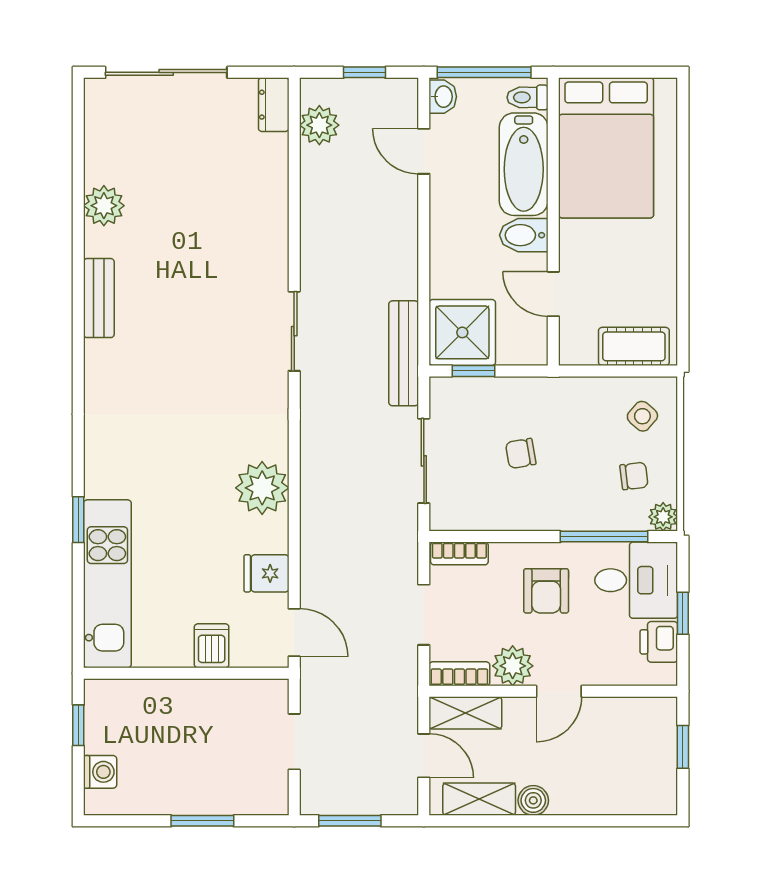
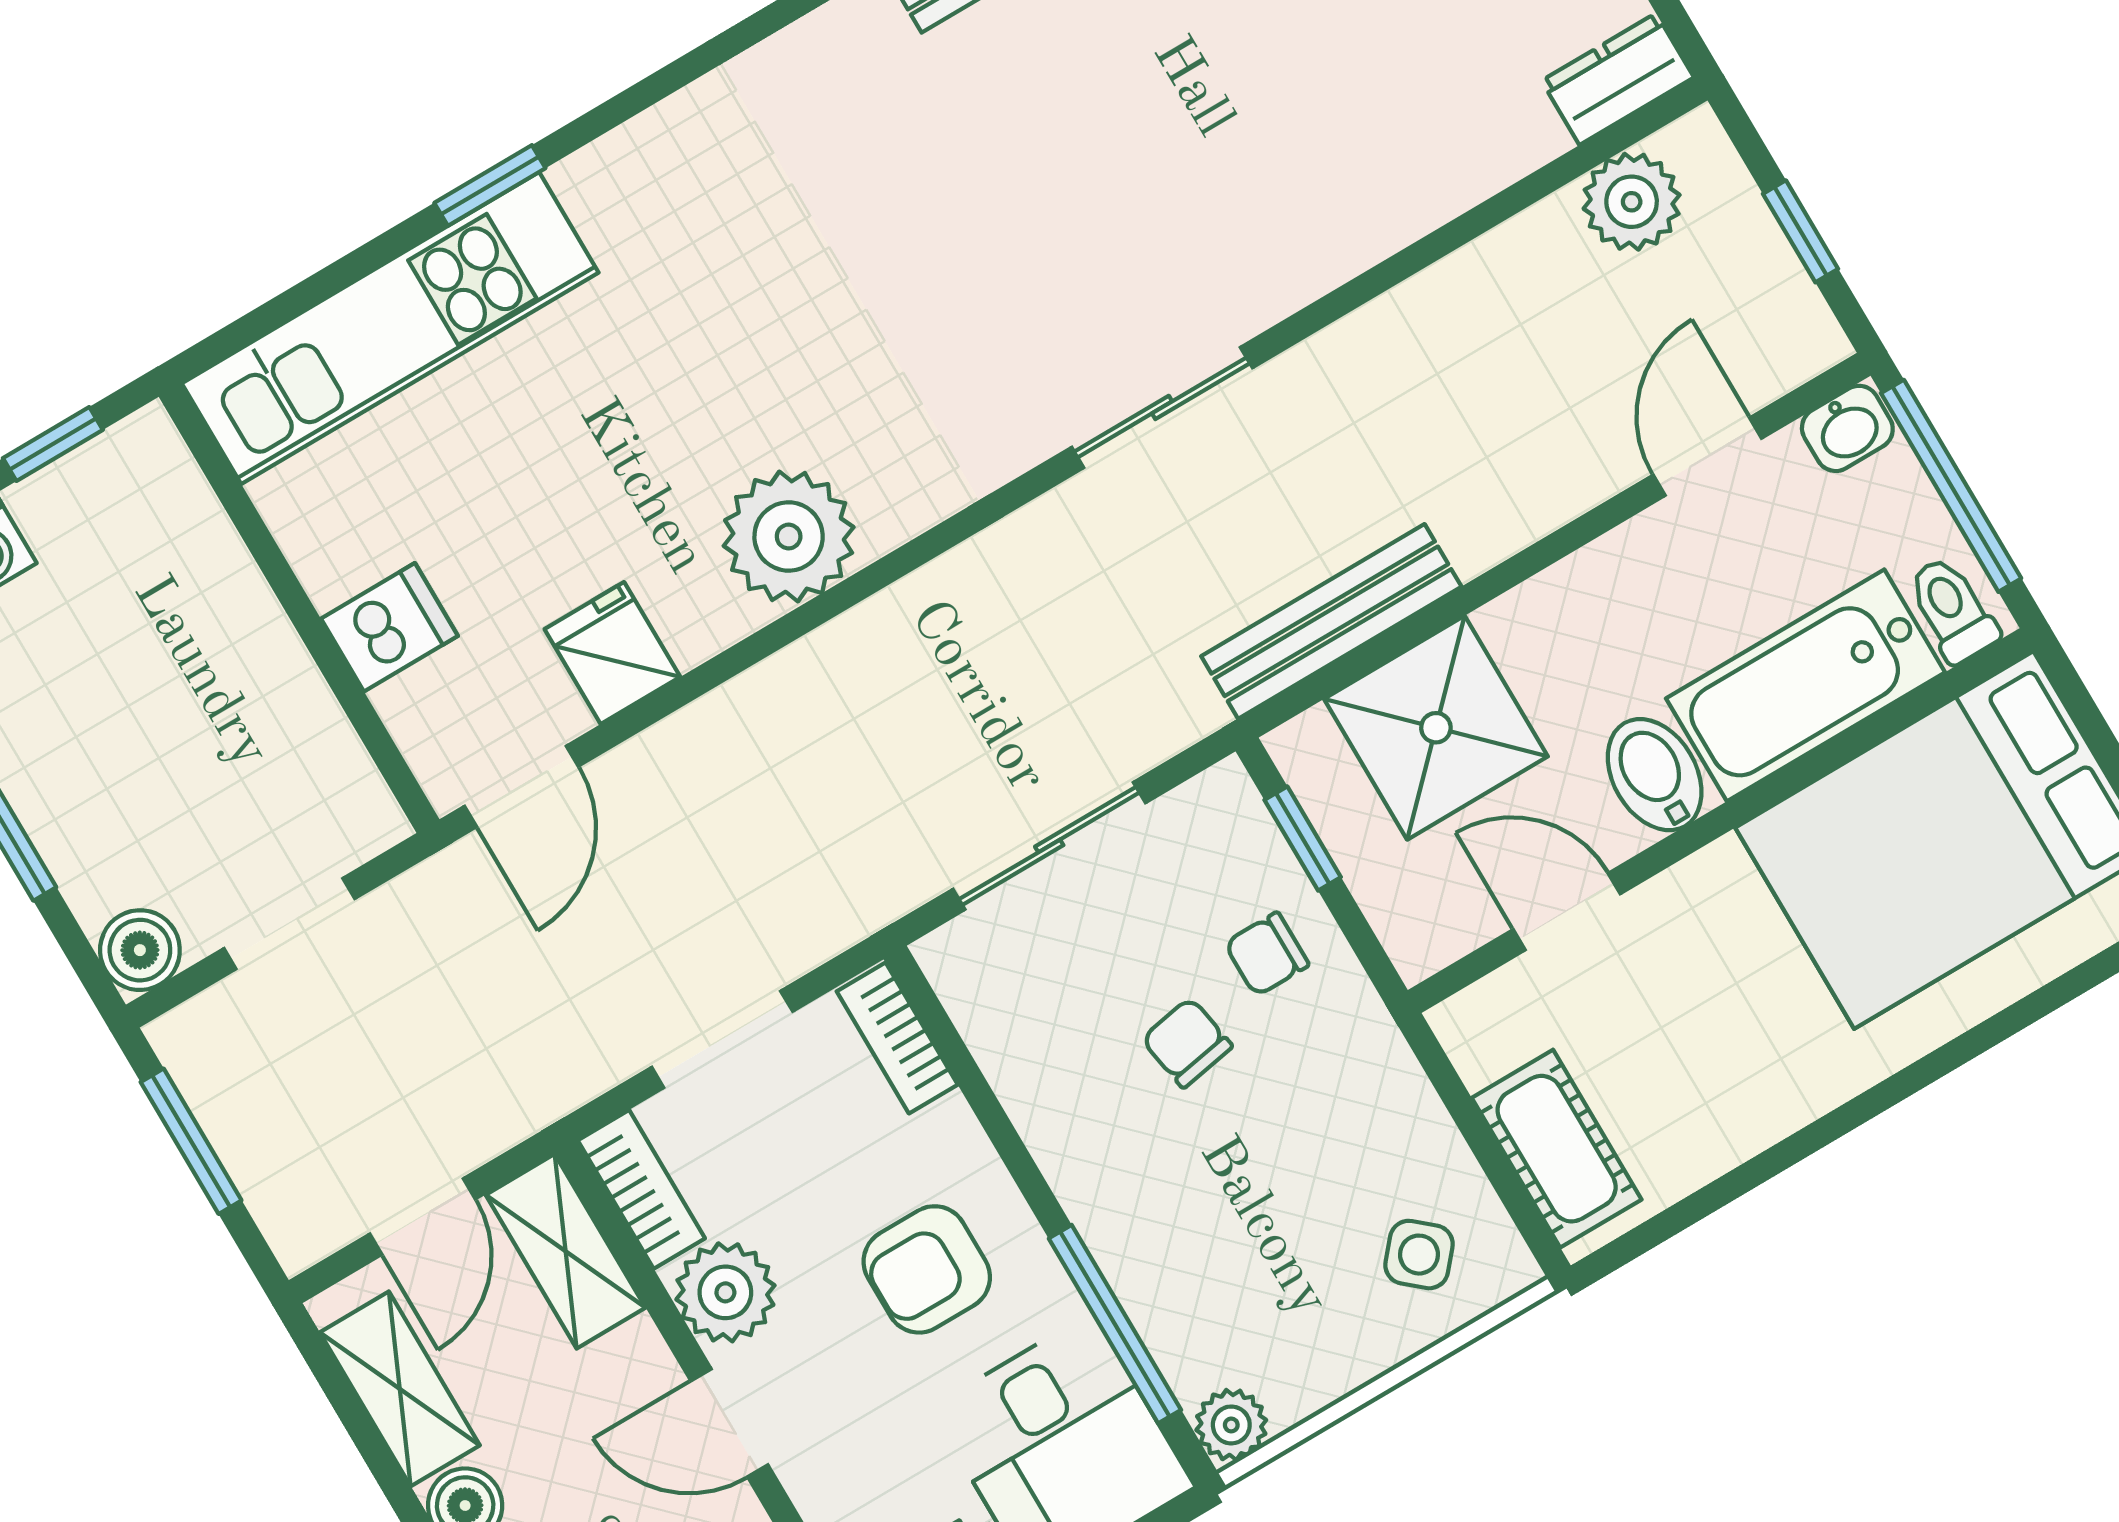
door: (553, 294) -> (1567, 912), hinge flipped
shower: (462, 332) -> (1436, 728), moved
bench: (404, 353) -> (1331, 621), moved
chair: (634, 476) -> (1267, 954), moved, turned 97
boiler: (273, 799) -> (140, 950), added

